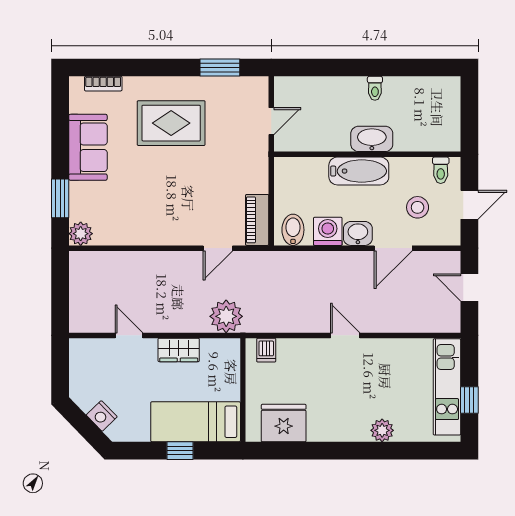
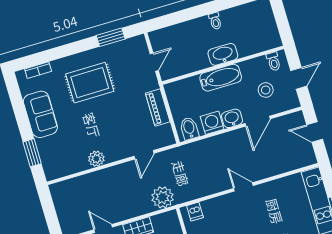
piano: (257, 220) -> (158, 107), moved
plant: (81, 234) -> (96, 159), moved

